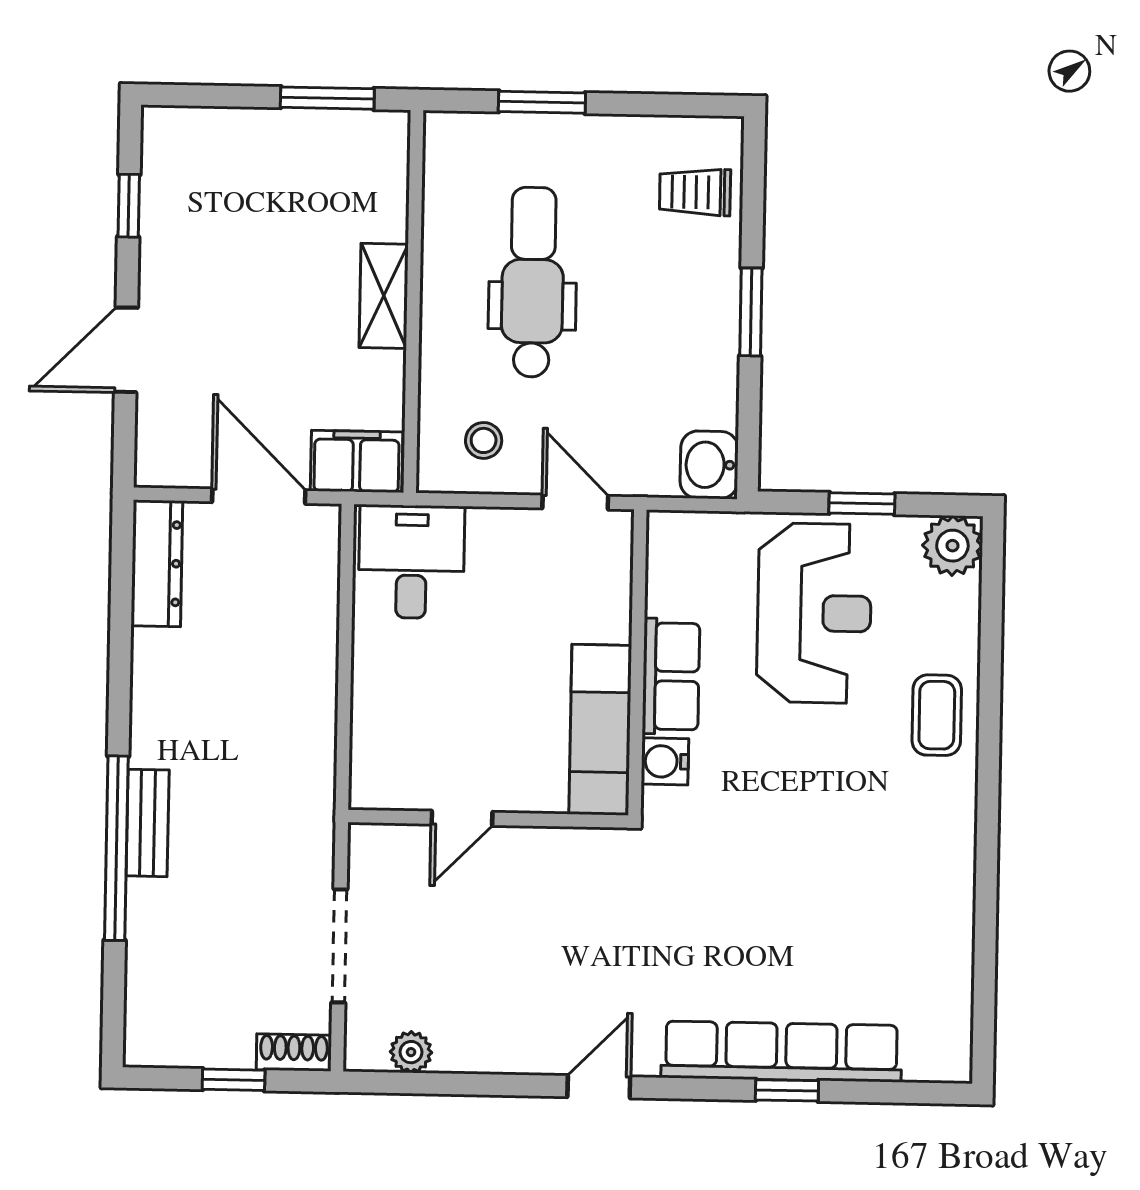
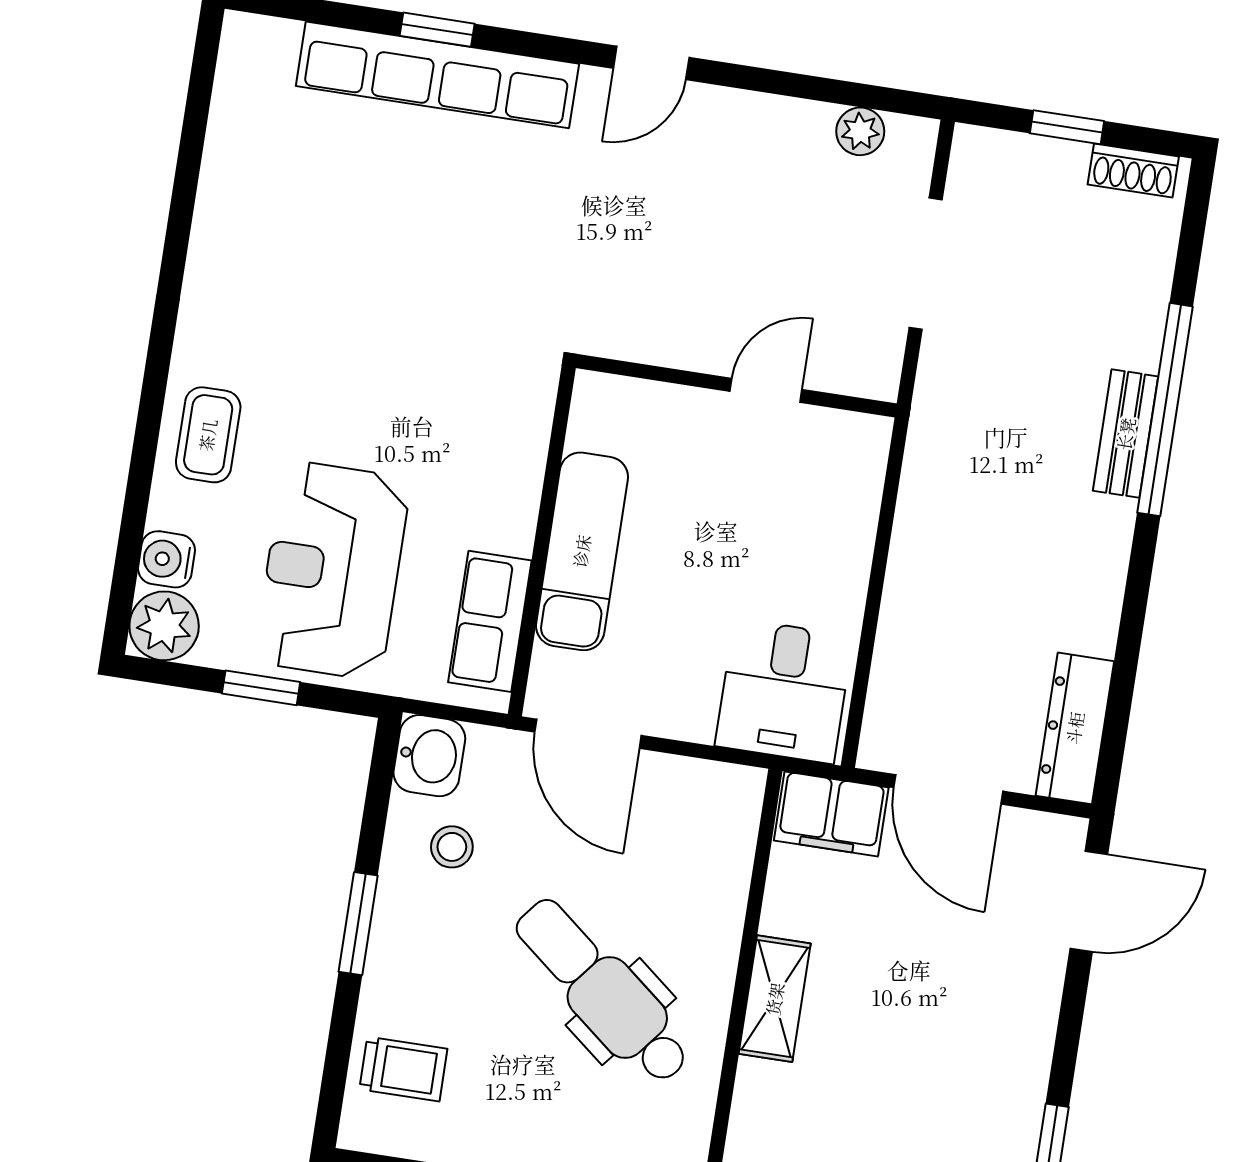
dental chair: (533, 282) -> (603, 991), turned 129
door: (126, 350) -> (1089, 901), moved
stool: (484, 440) -> (452, 847), moved
door: (575, 502) -> (588, 734), width x1.38
row of seats: (671, 676) -> (490, 621), moved
exam couch: (600, 730) -> (582, 551), moved
water cooler: (665, 761) -> (167, 559), moved, turned 180
shoe rack: (294, 1053) -> (1133, 171), moved

